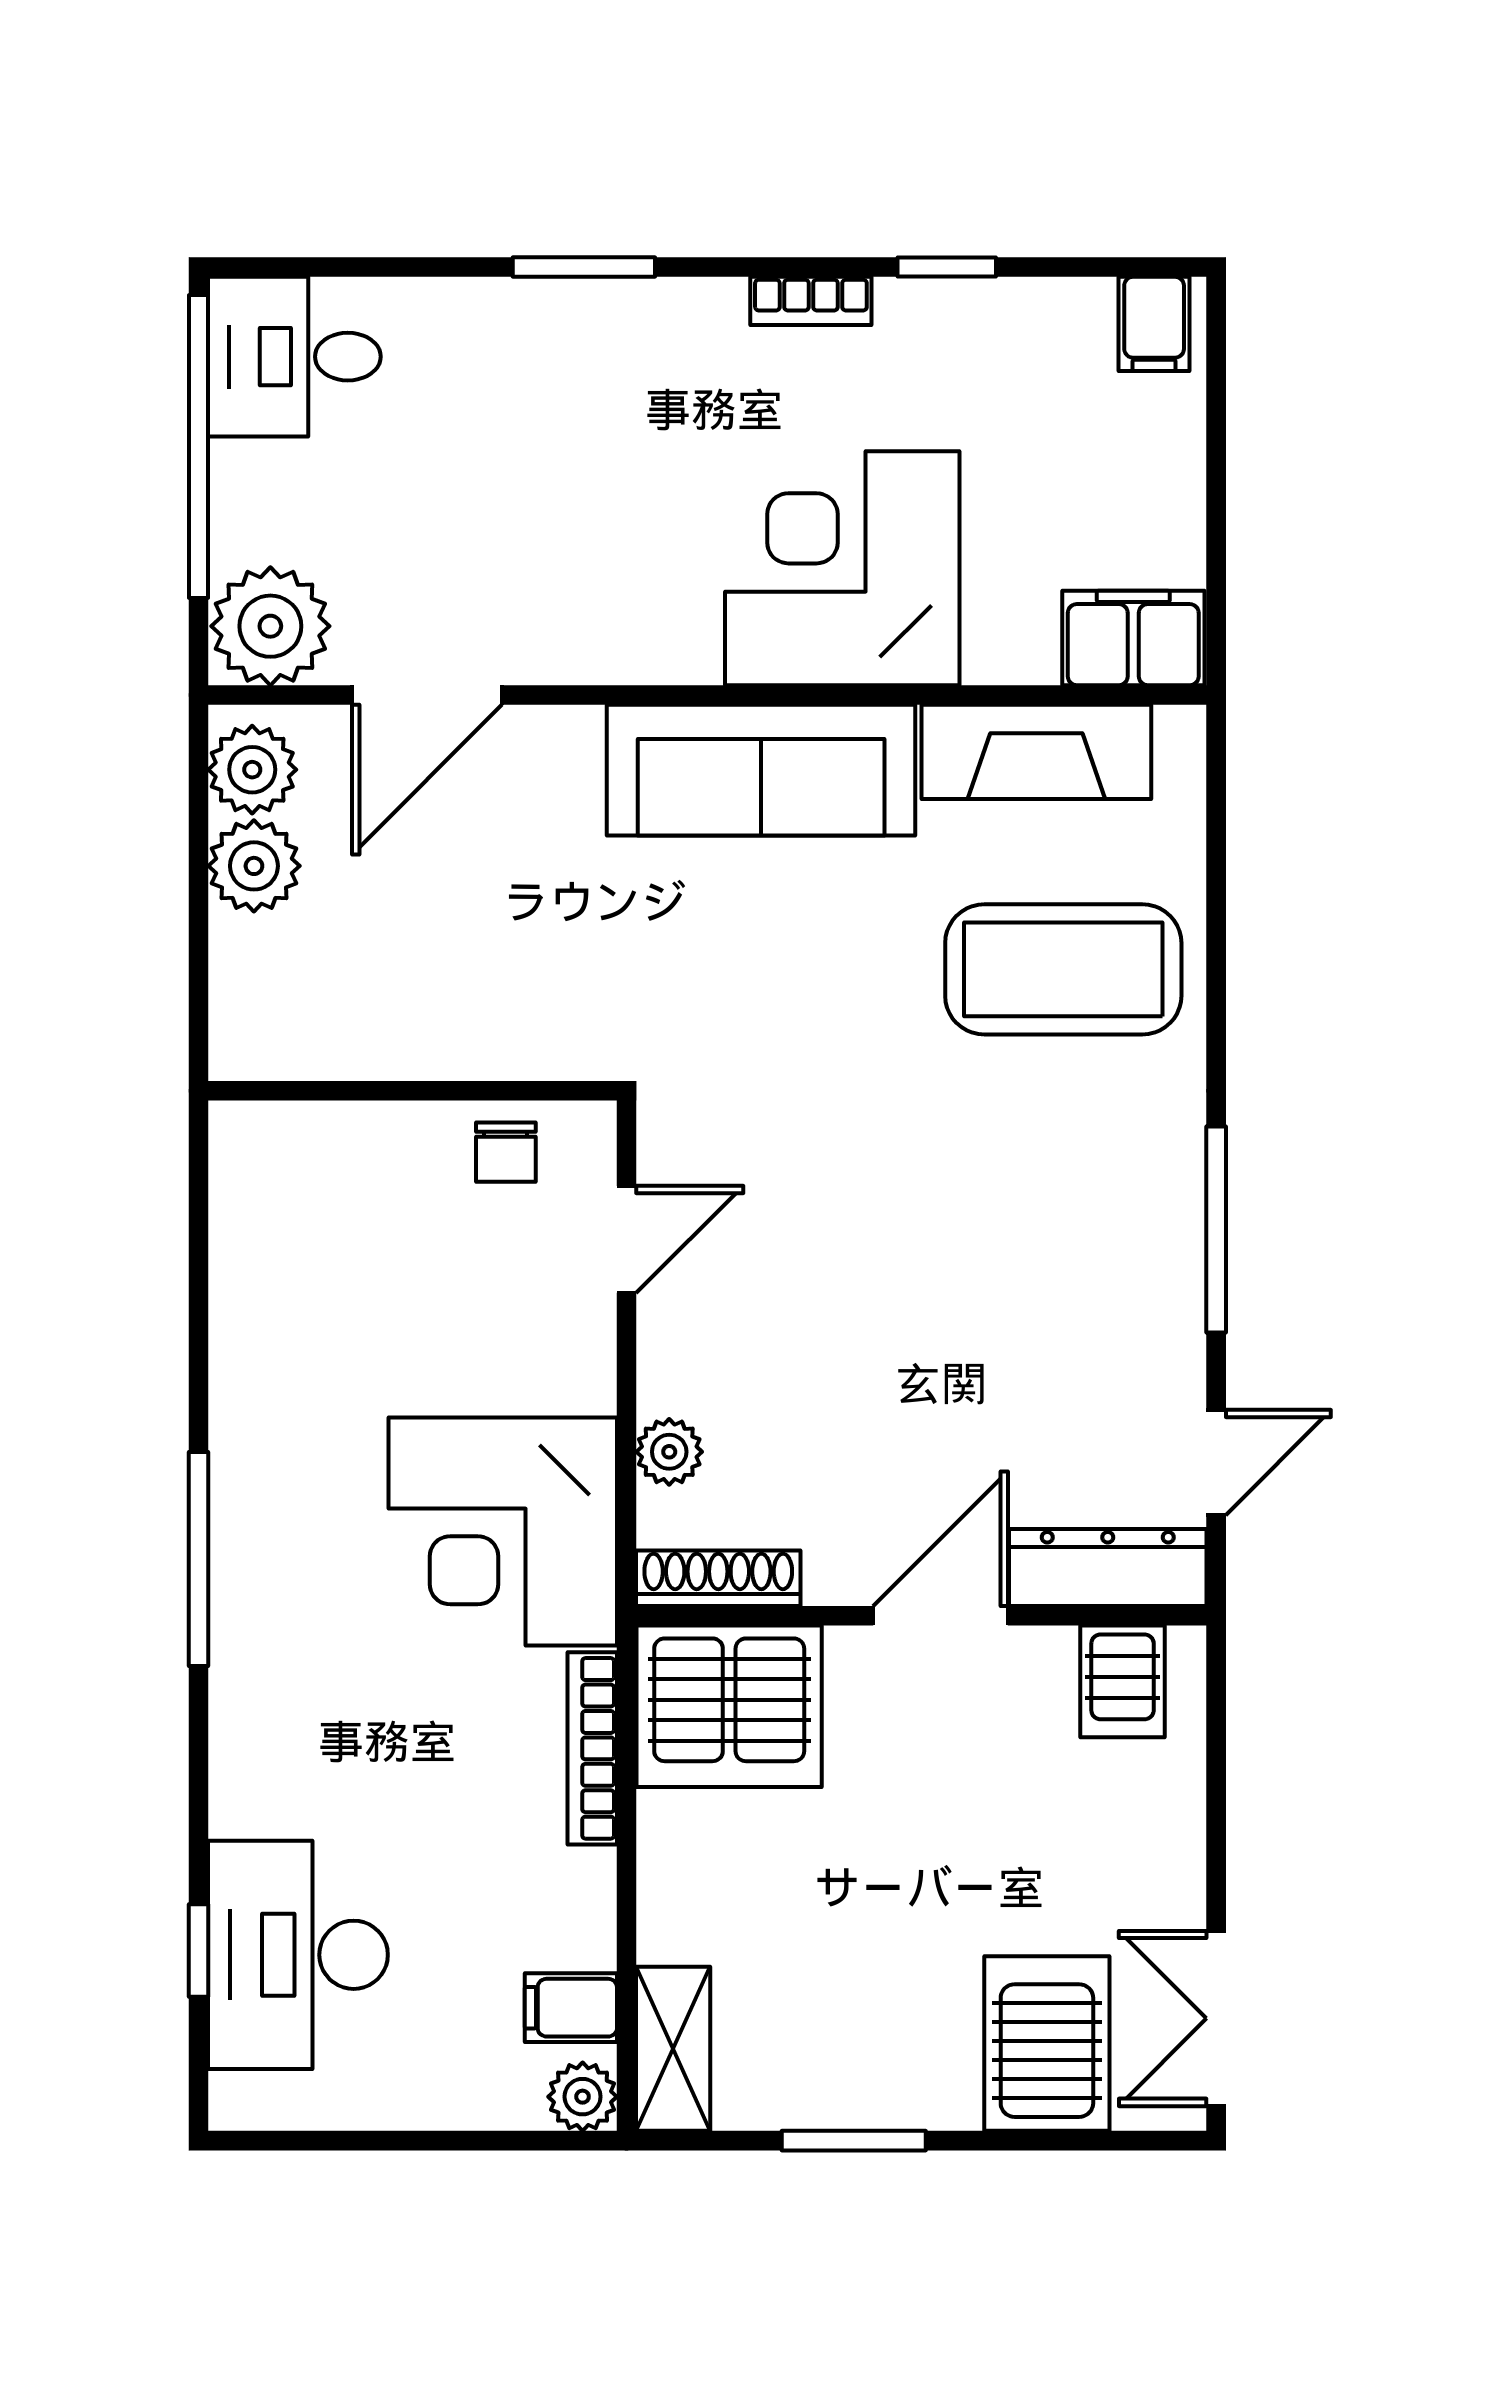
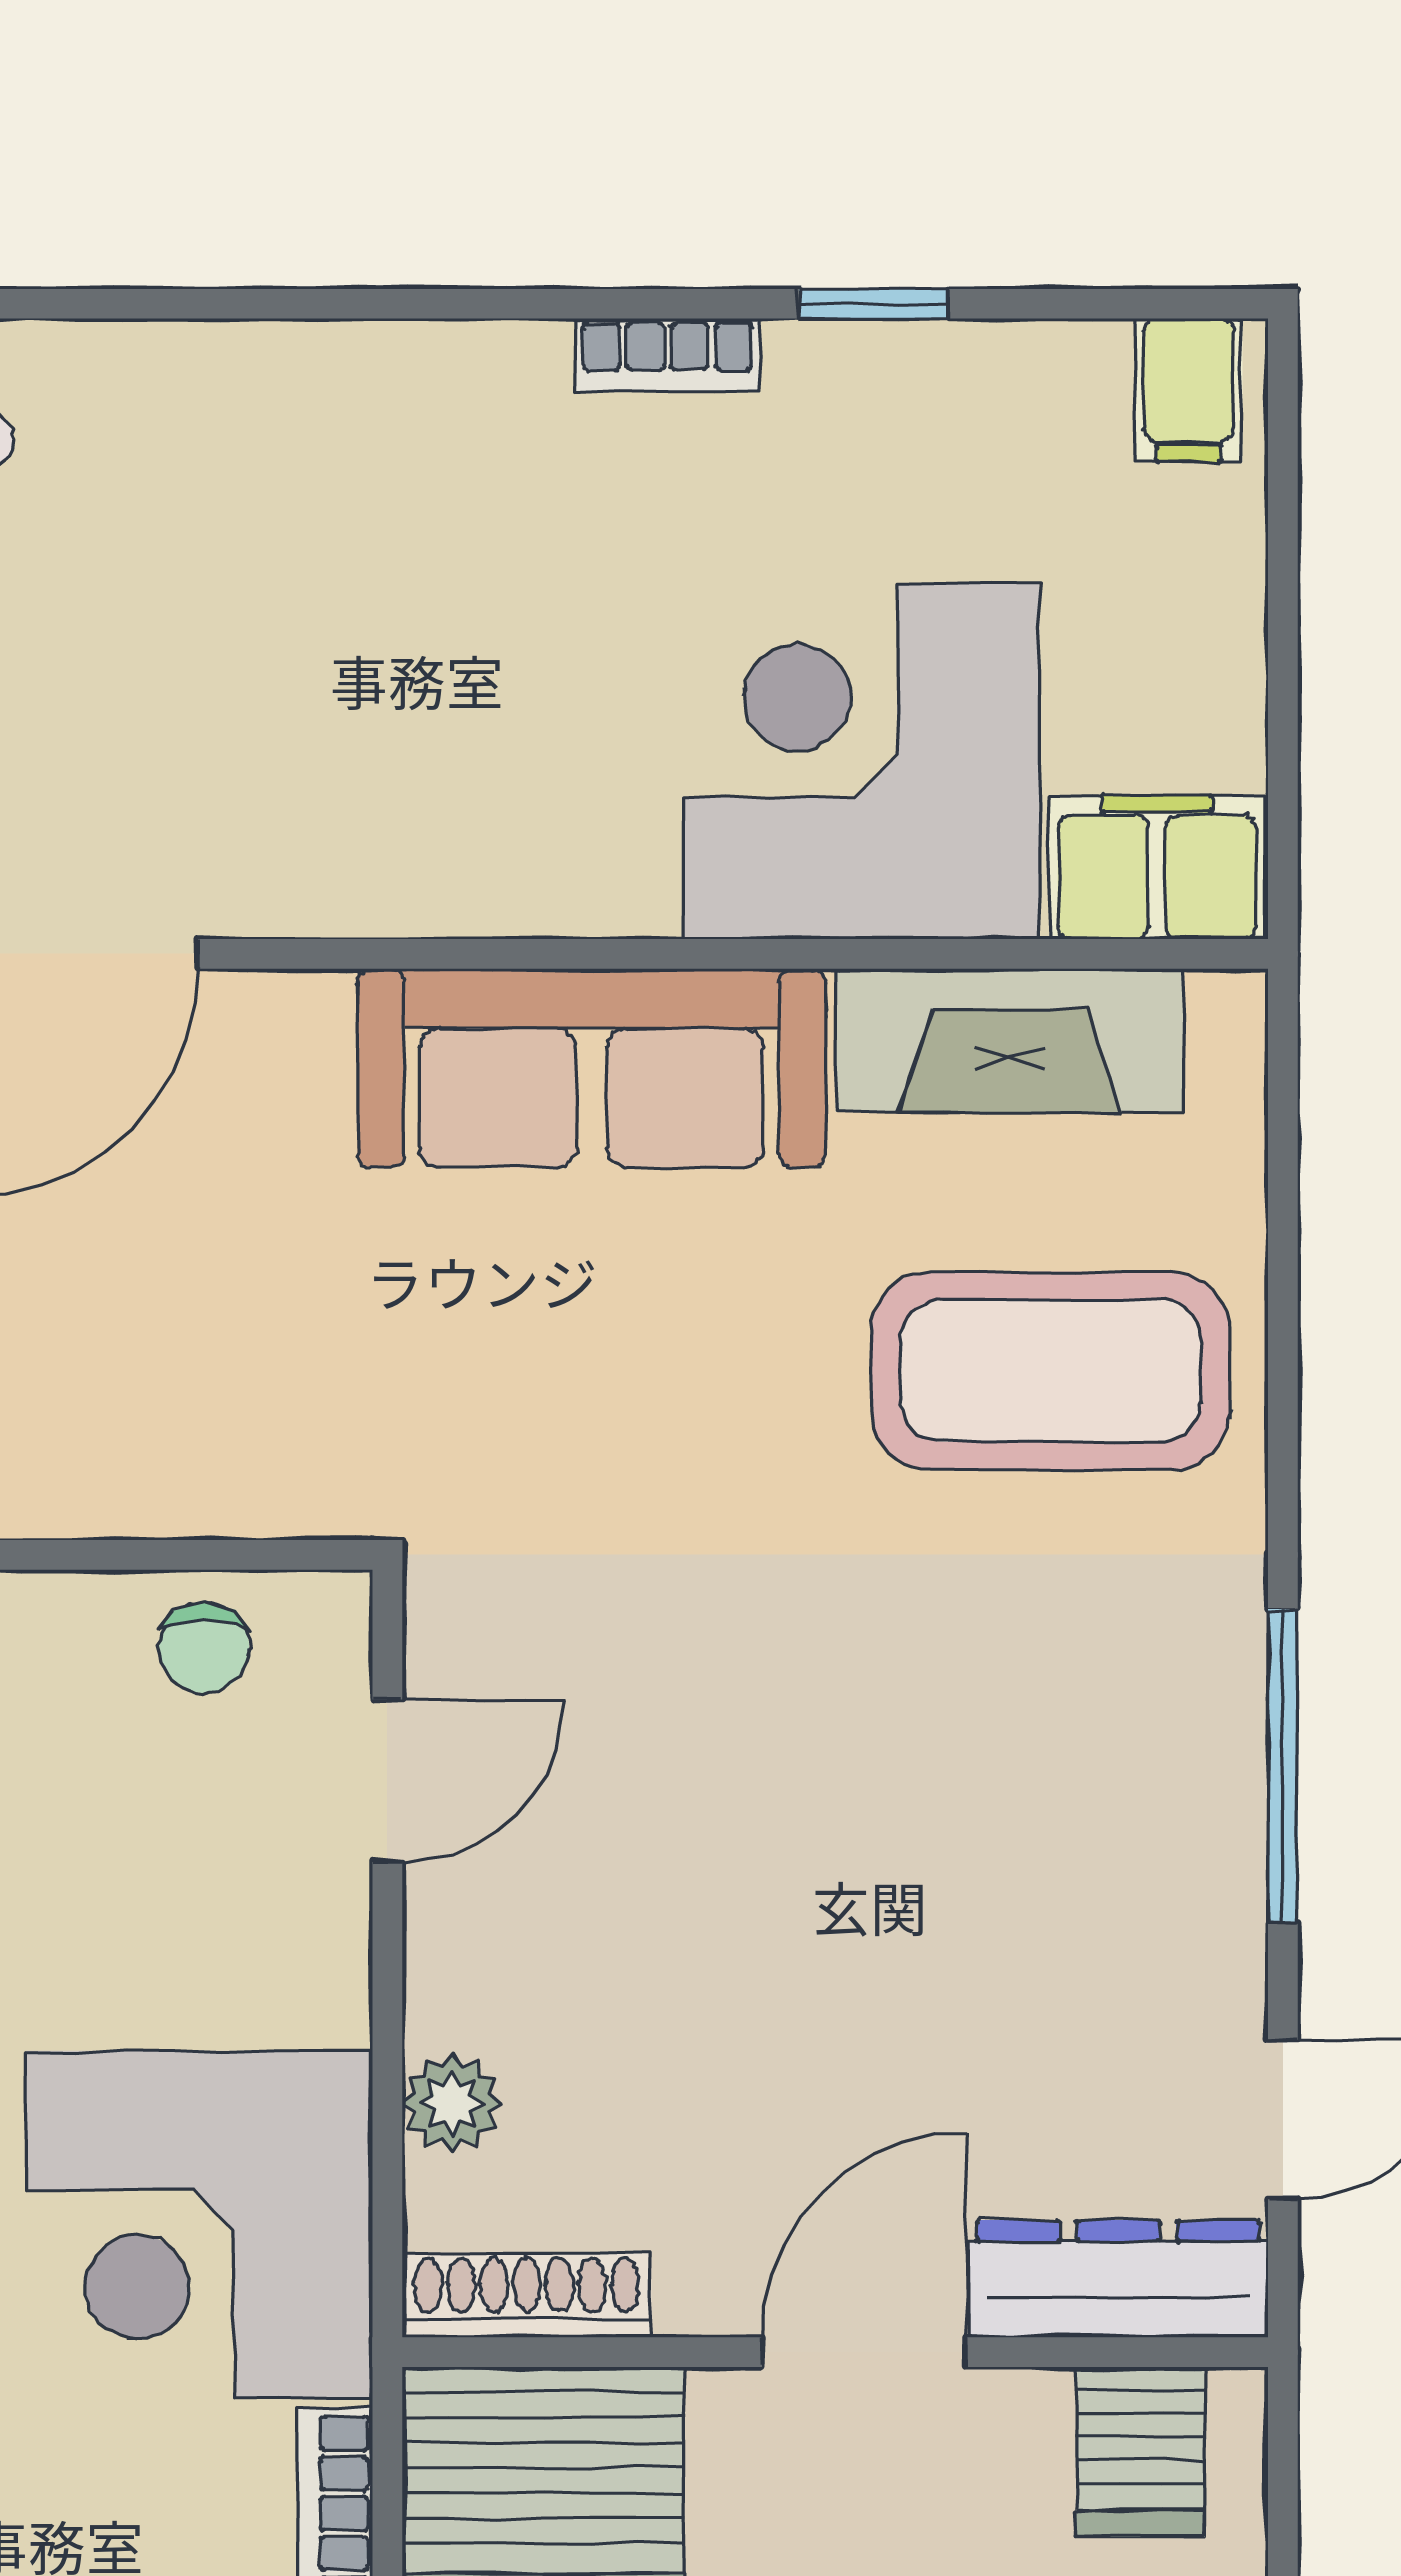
window: (584, 267) -> (323, 304), removed
corner desk: (842, 568) -> (861, 761), moved

